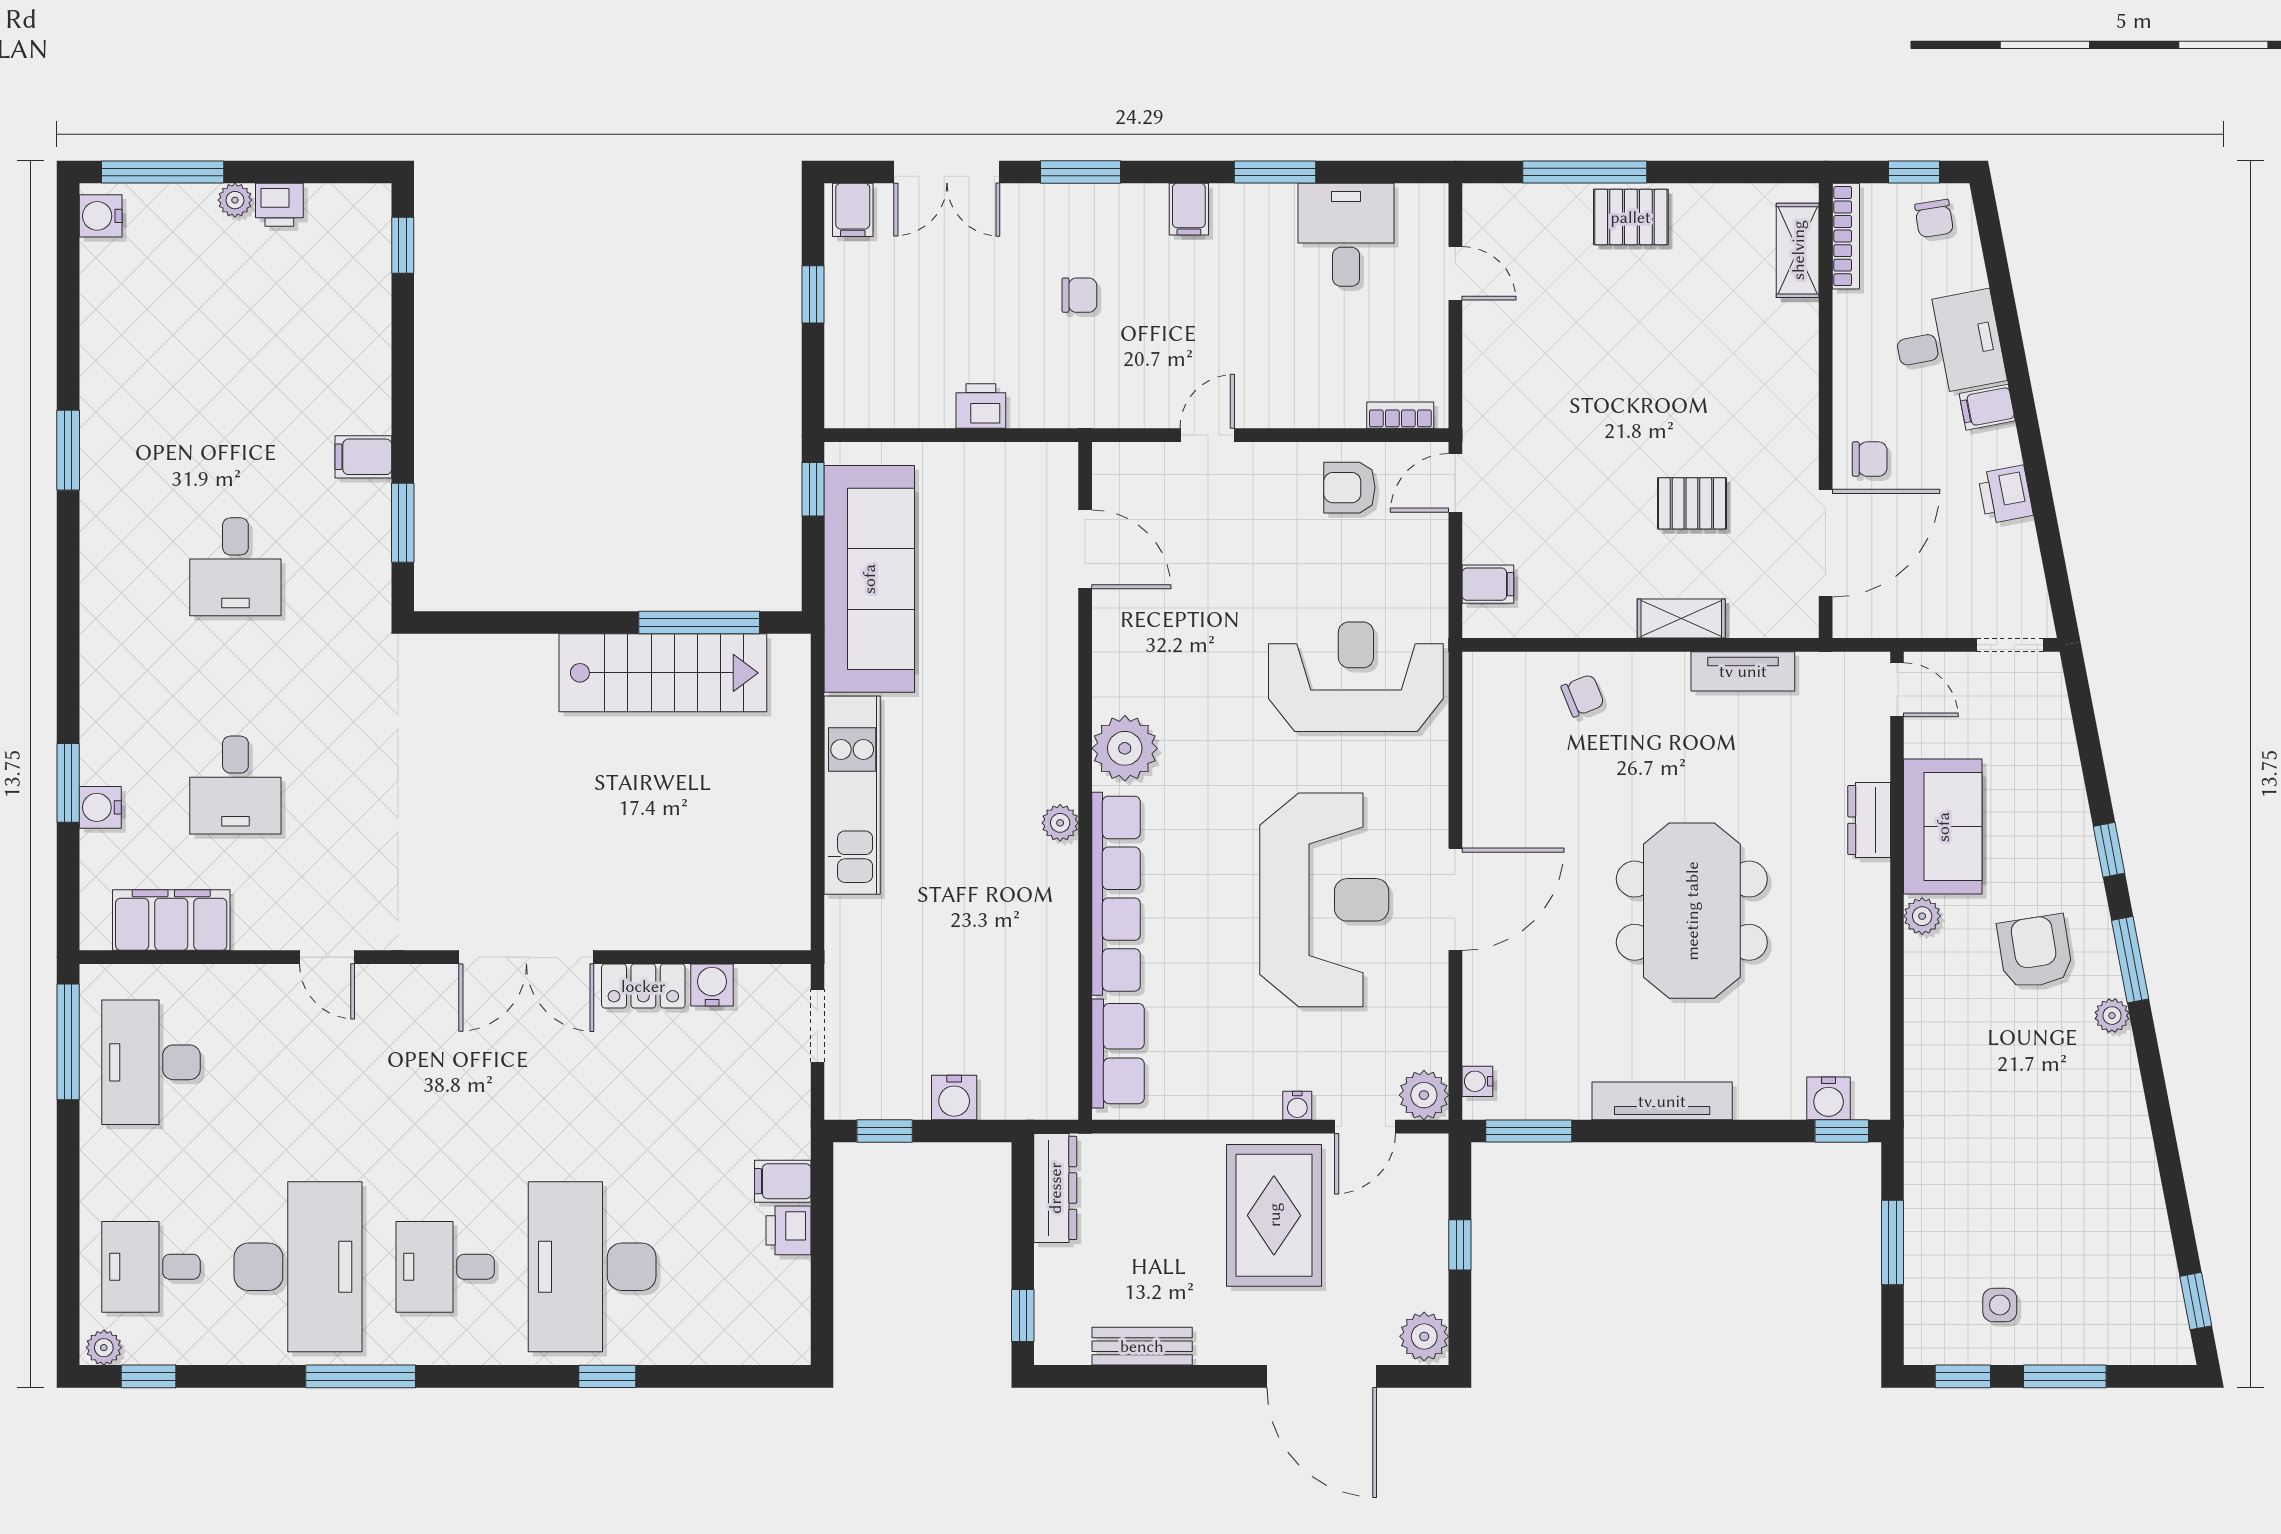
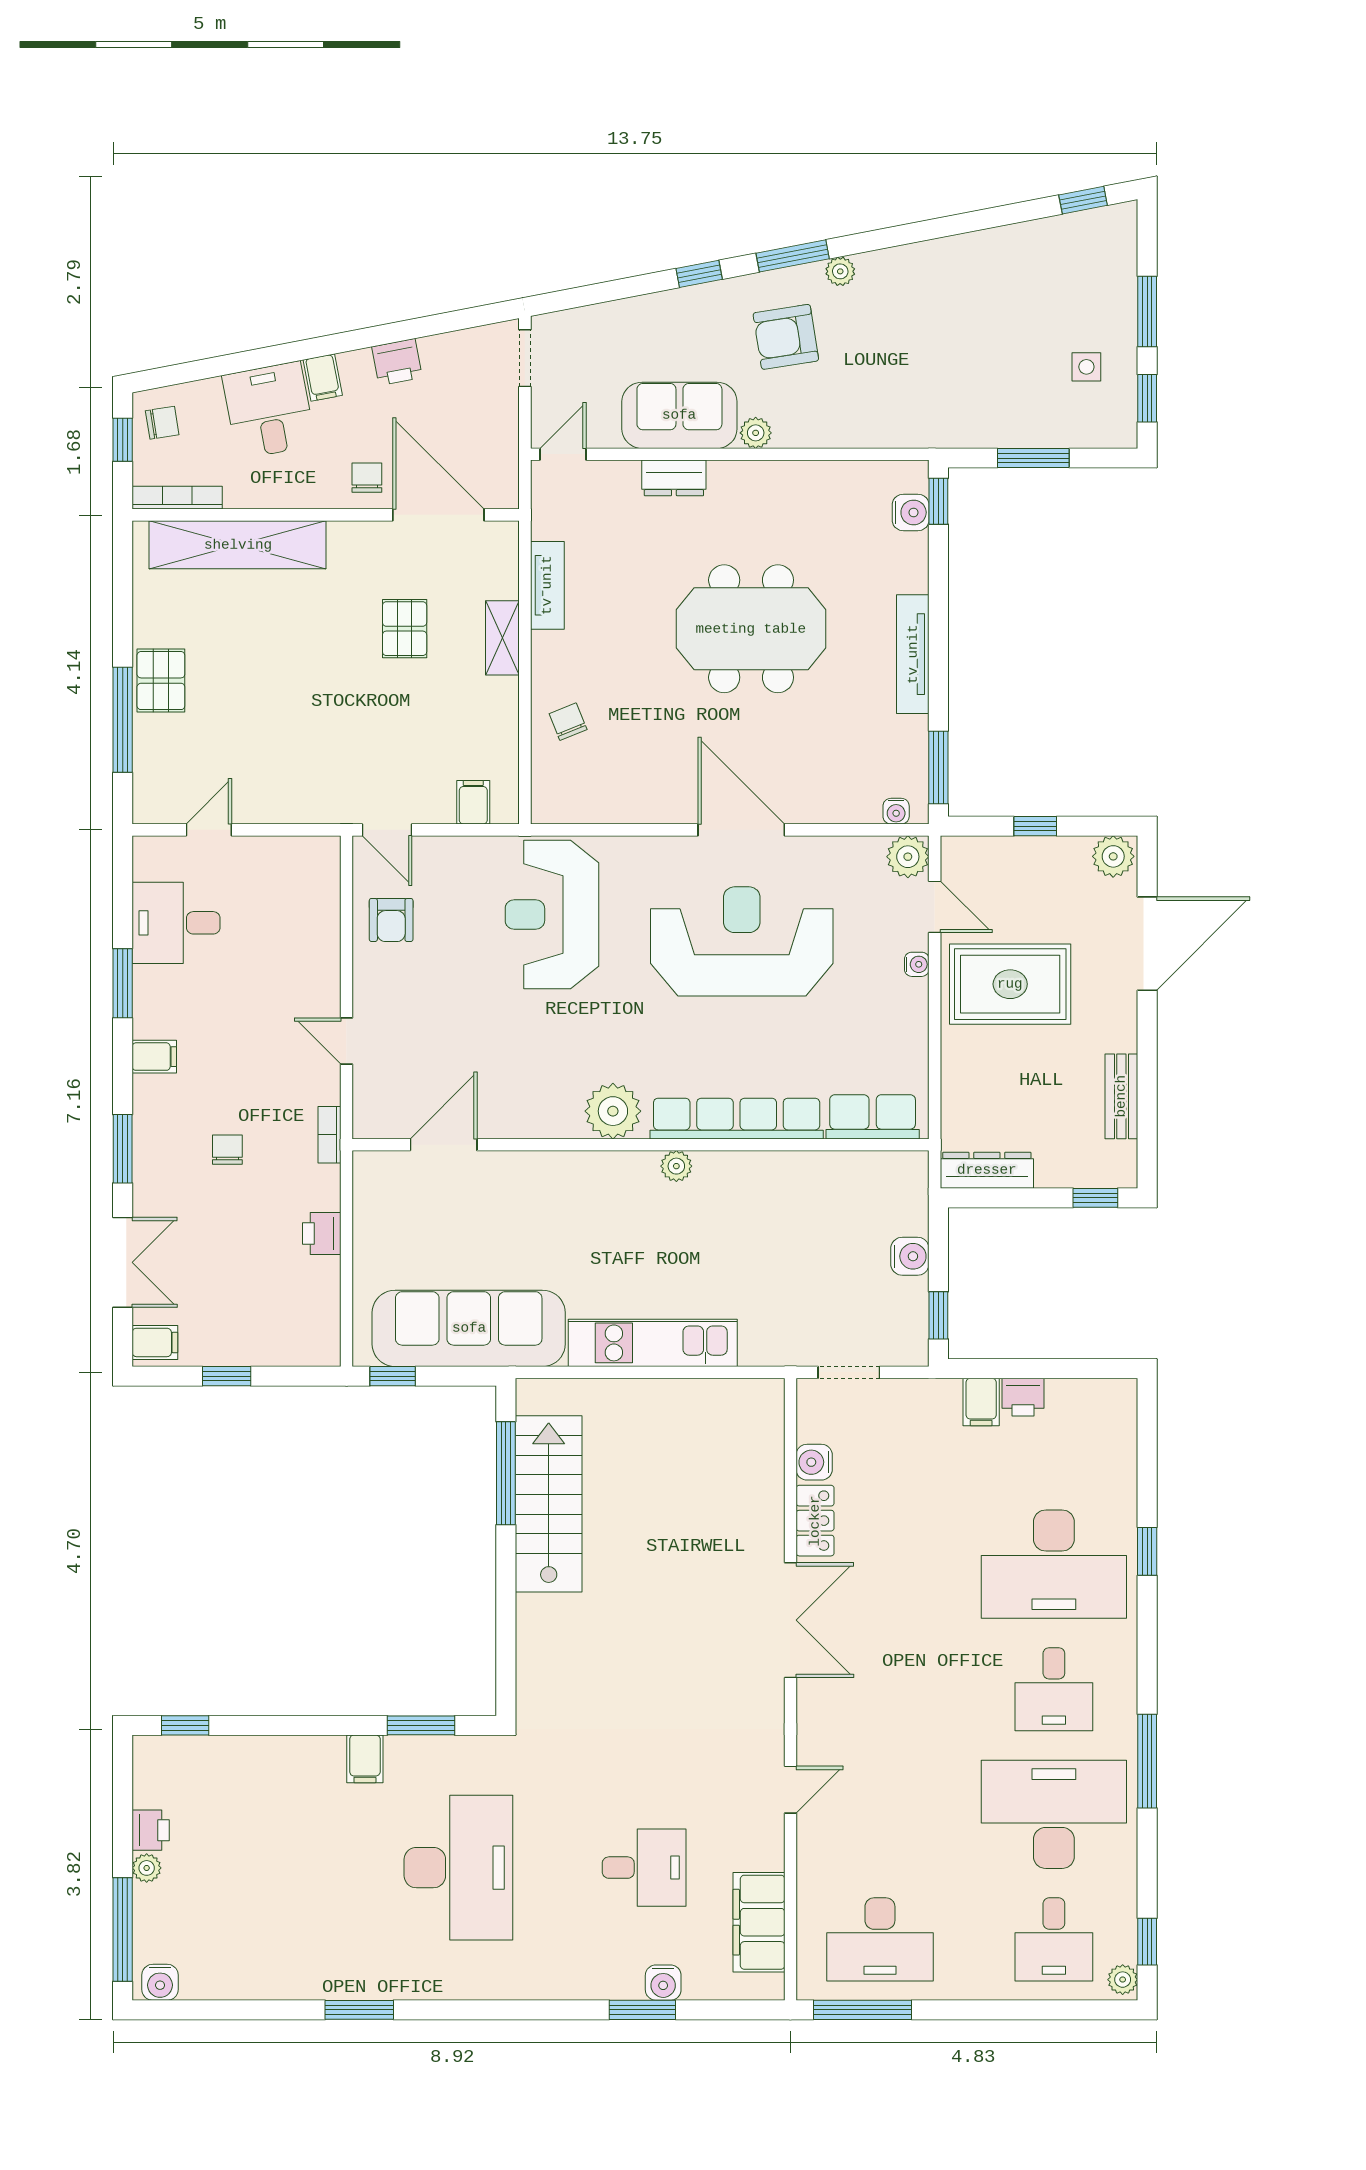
shelving: (1798, 250) -> (238, 545), width x2.20, depth x1.33
bookcase: (1400, 415) -> (330, 1135), moved
desk: (235, 567) -> (458, 1868), width x1.87, depth x1.30

